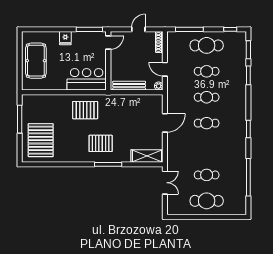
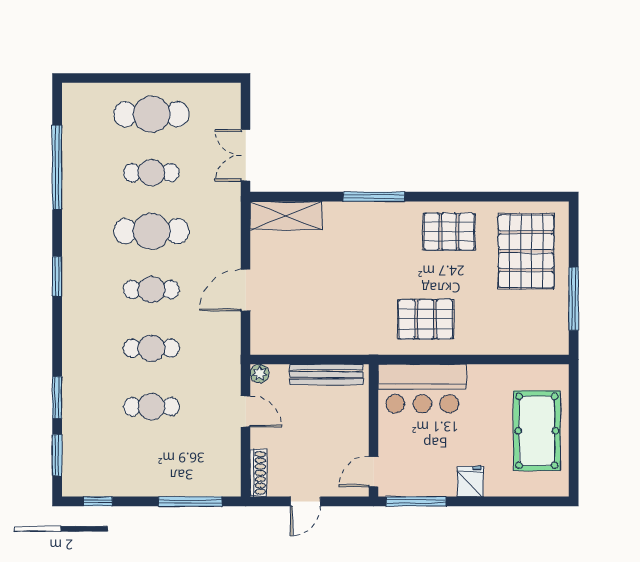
cafe table: (207, 45) -> (151, 231), moved
pallet: (101, 143) -> (449, 232), moved

